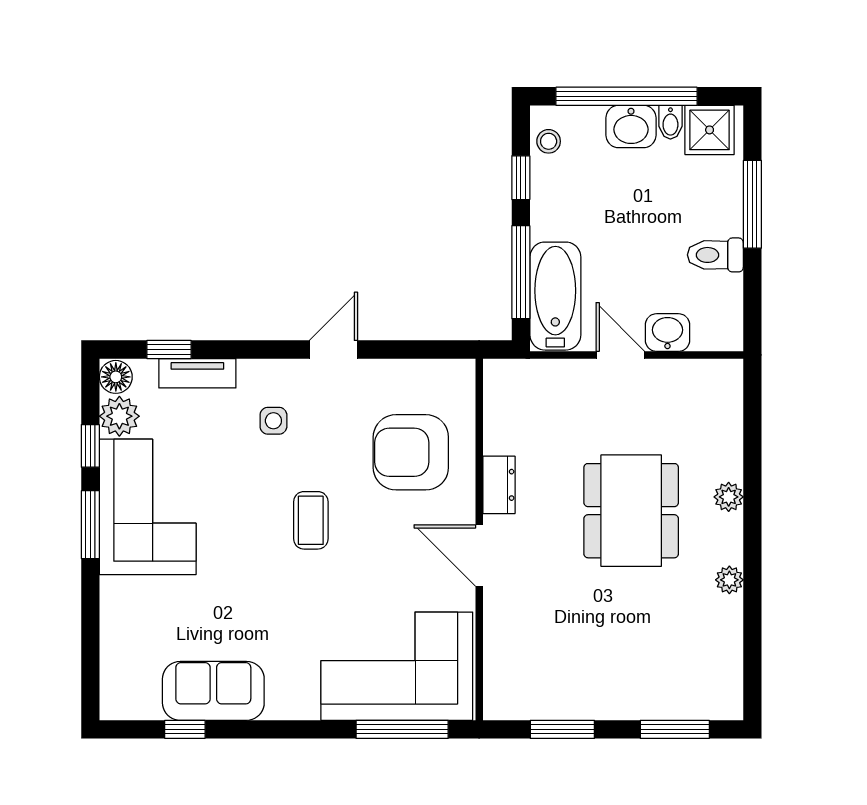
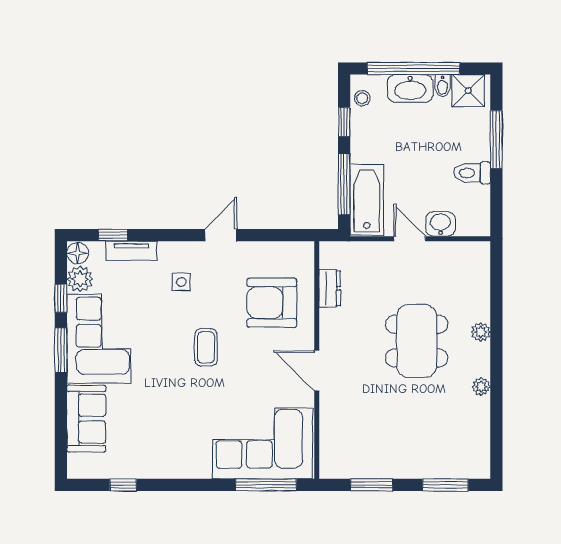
washbasin: (631, 126) -> (410, 88), width x1.38
dresser: (499, 485) -> (330, 288), moved
sofa: (213, 691) -> (86, 419), moved, turned 90

